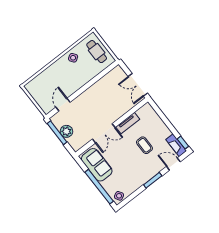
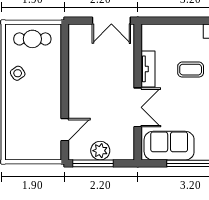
door: (63, 105) -> (65, 130), swing flipped

